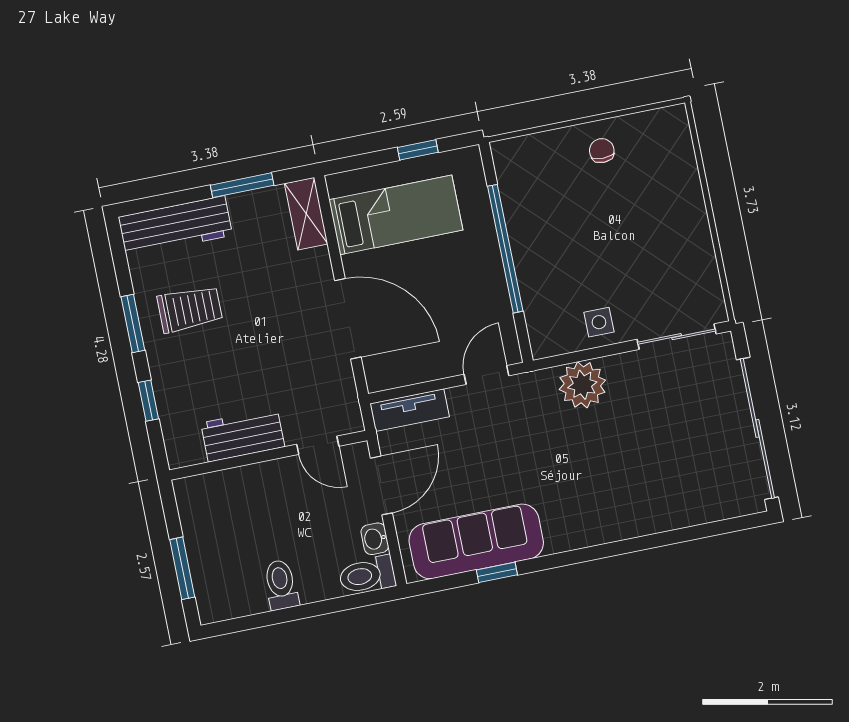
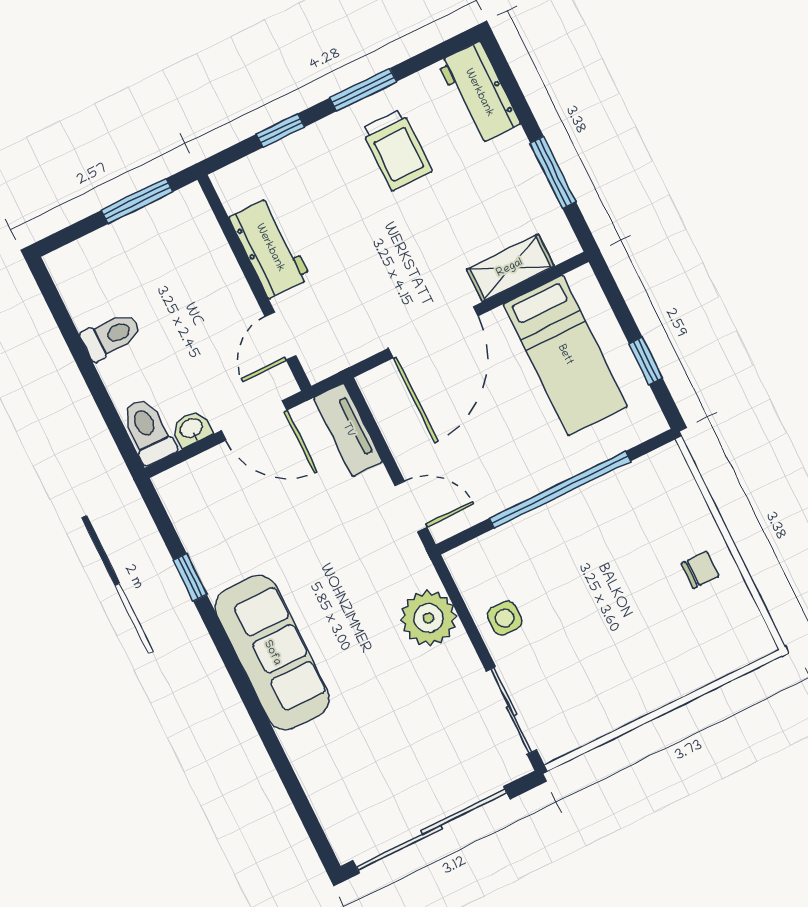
shelving: (306, 214) -> (510, 268), moved
workbench: (175, 226) -> (479, 93), width x0.73
sofa: (476, 541) -> (272, 653), moved
window: (182, 568) -> (137, 201), moved

